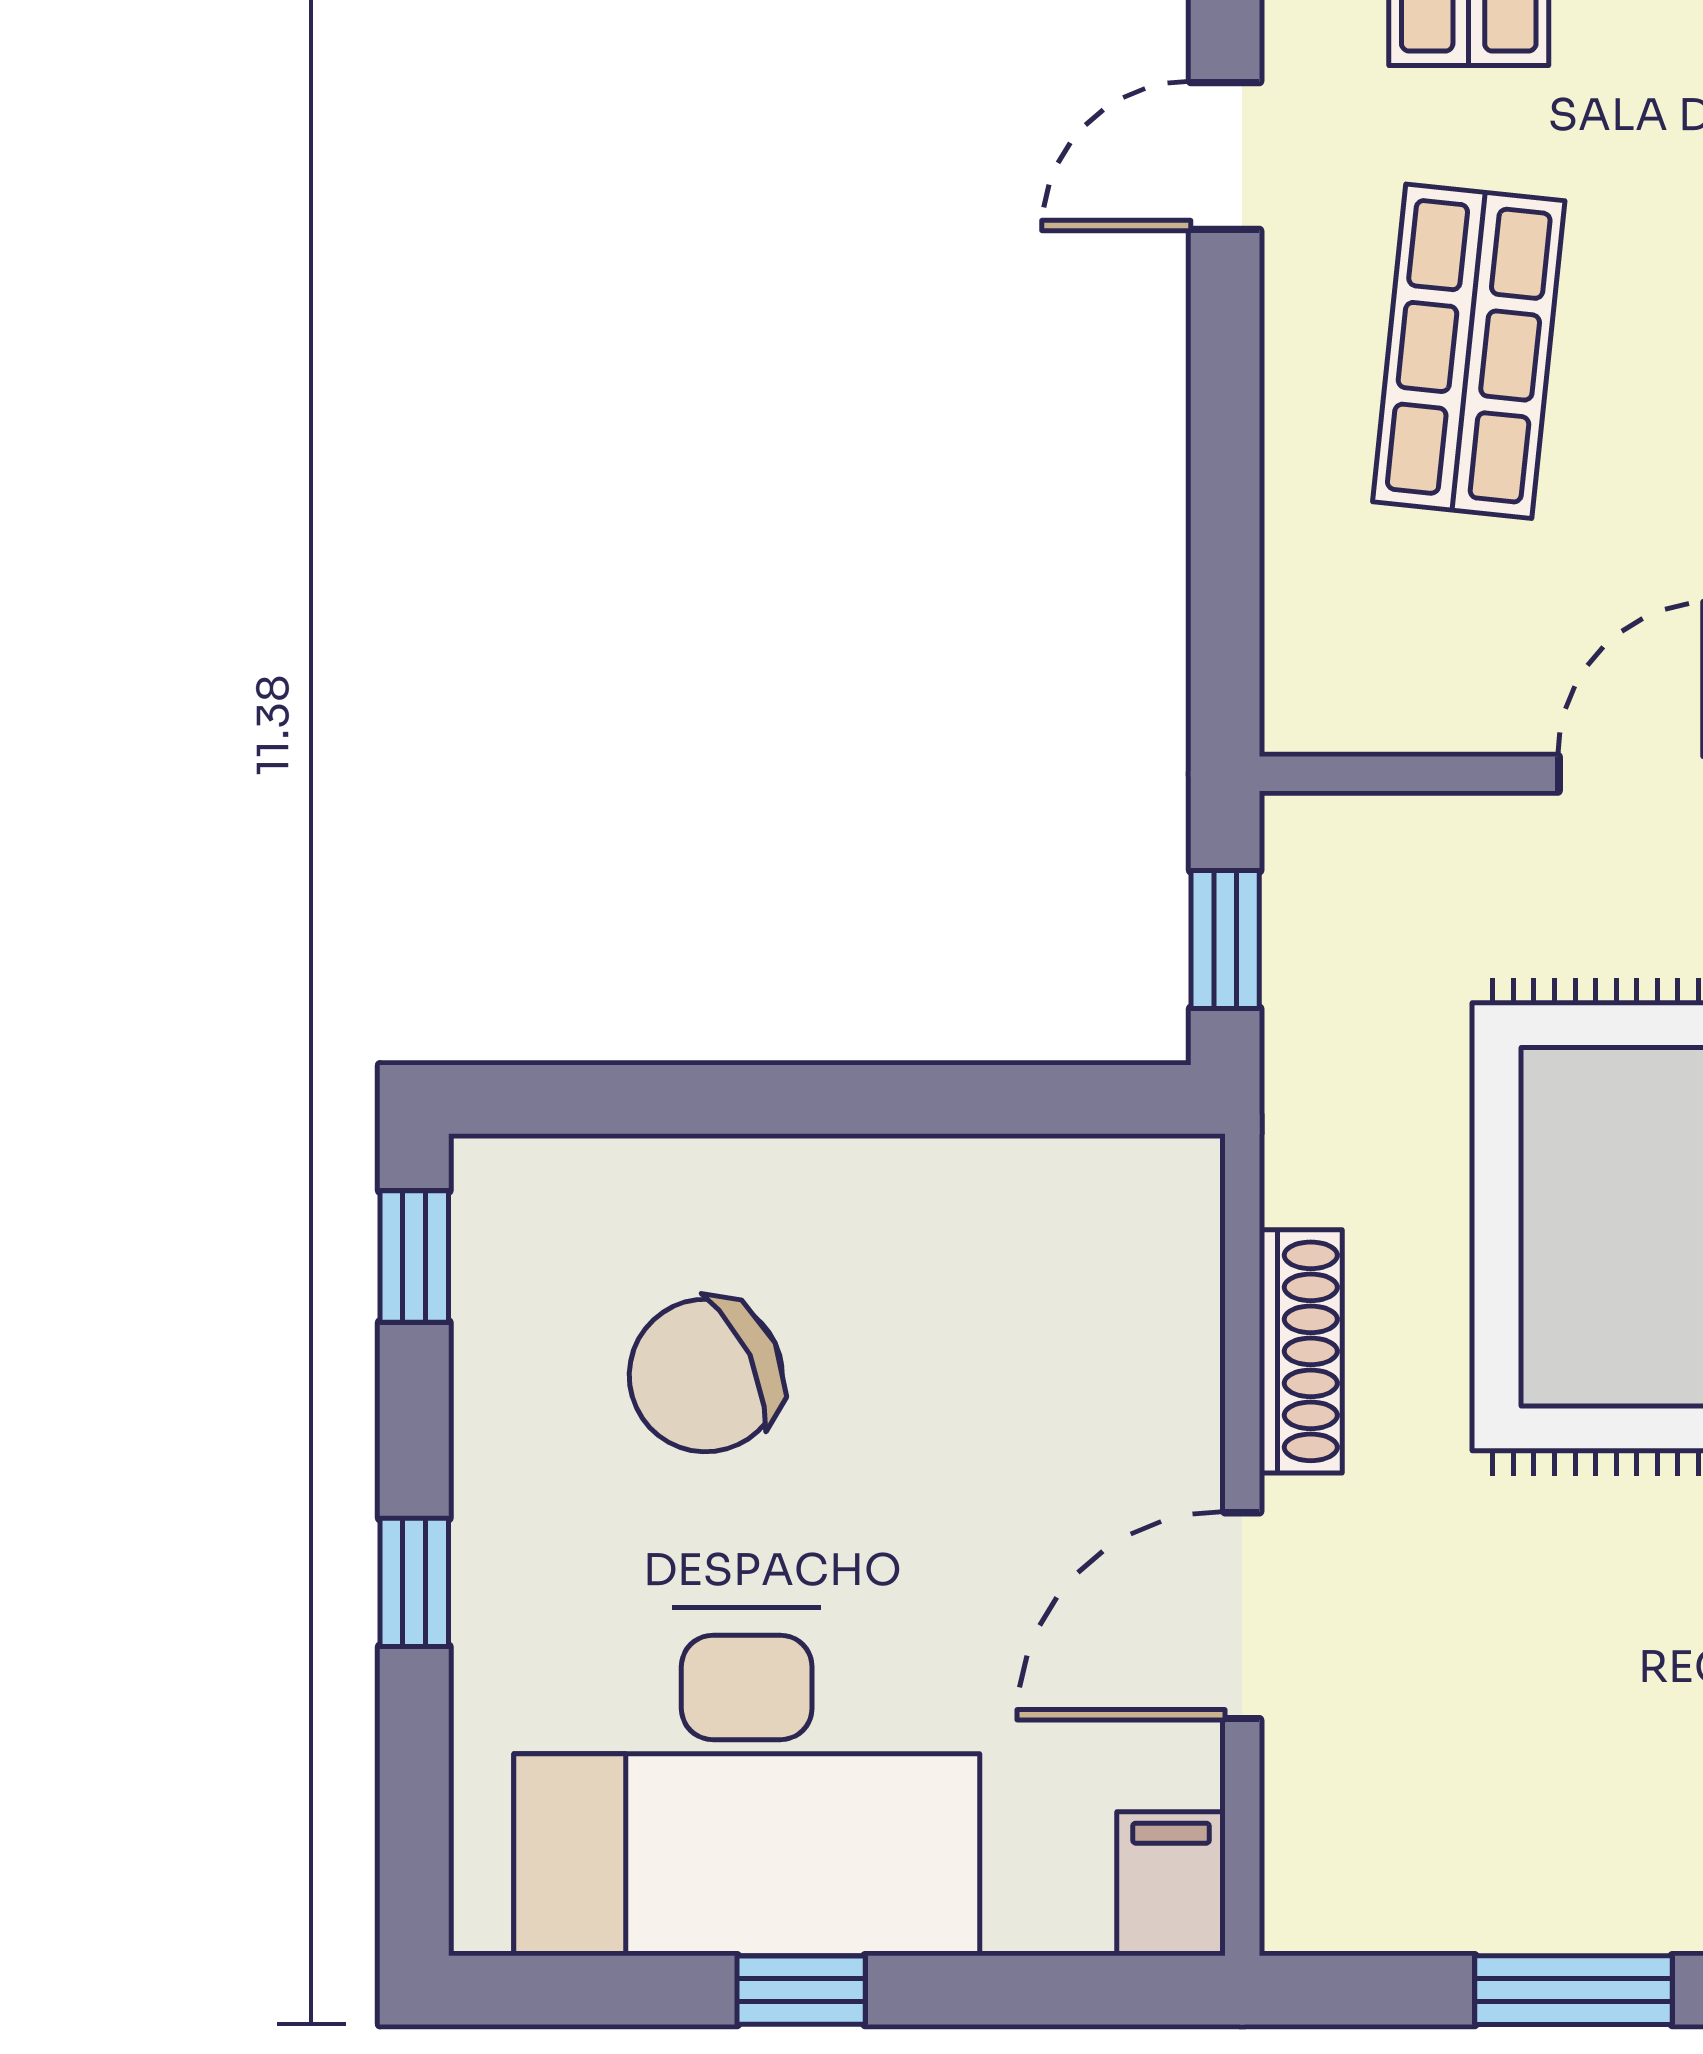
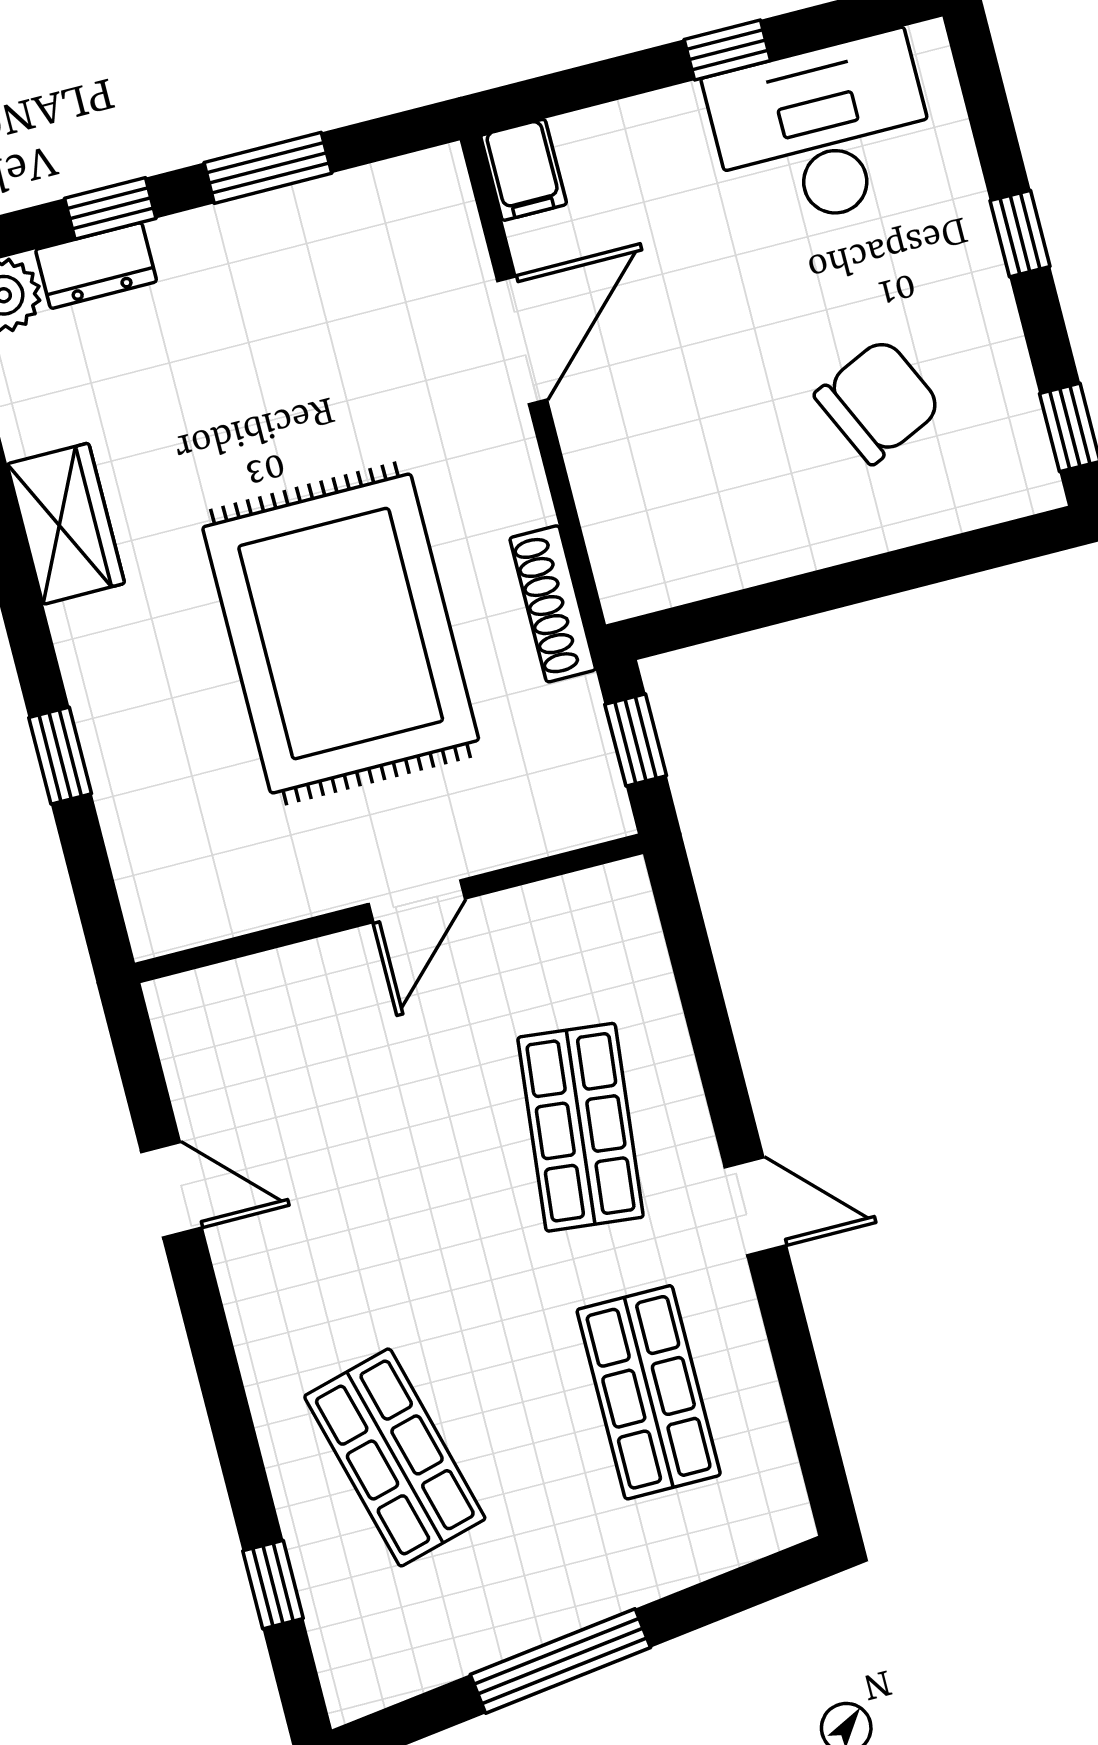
door: (1225, 156) -> (755, 1206), hinge flipped
shoe rack: (1301, 1351) -> (553, 604), moved
desk: (747, 1782) -> (823, 132), width x0.73, depth x0.77

